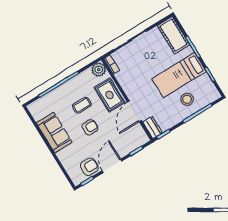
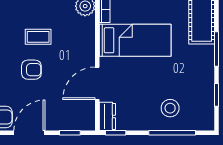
bed: (179, 75) -> (135, 40), moved, turned 180
rug: (110, 95) -> (79, 45), removed

